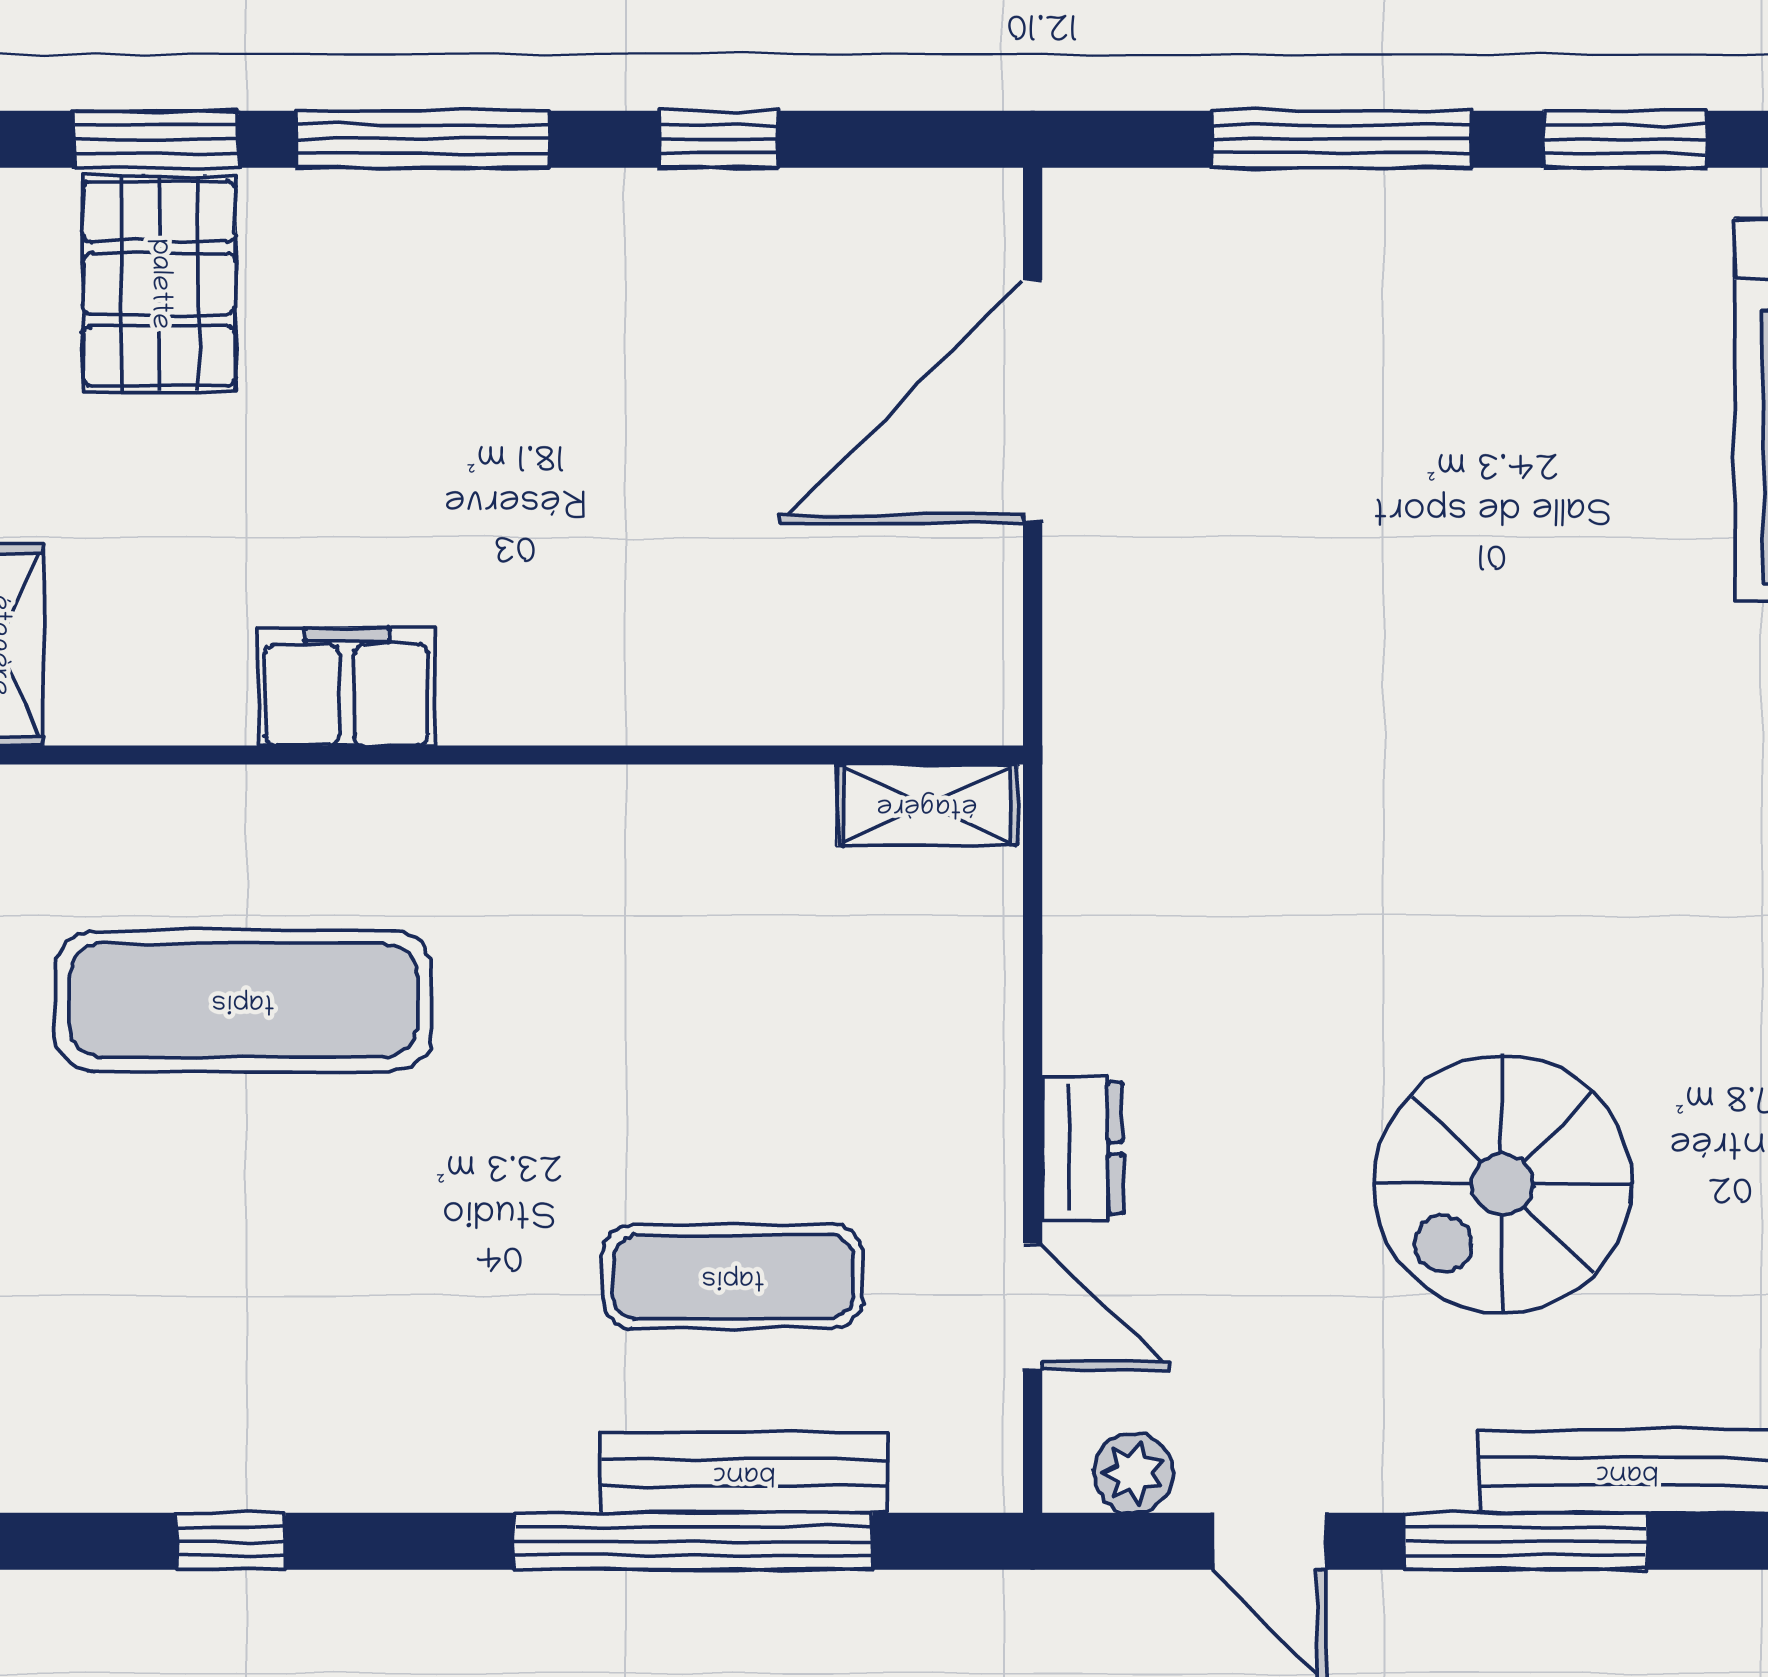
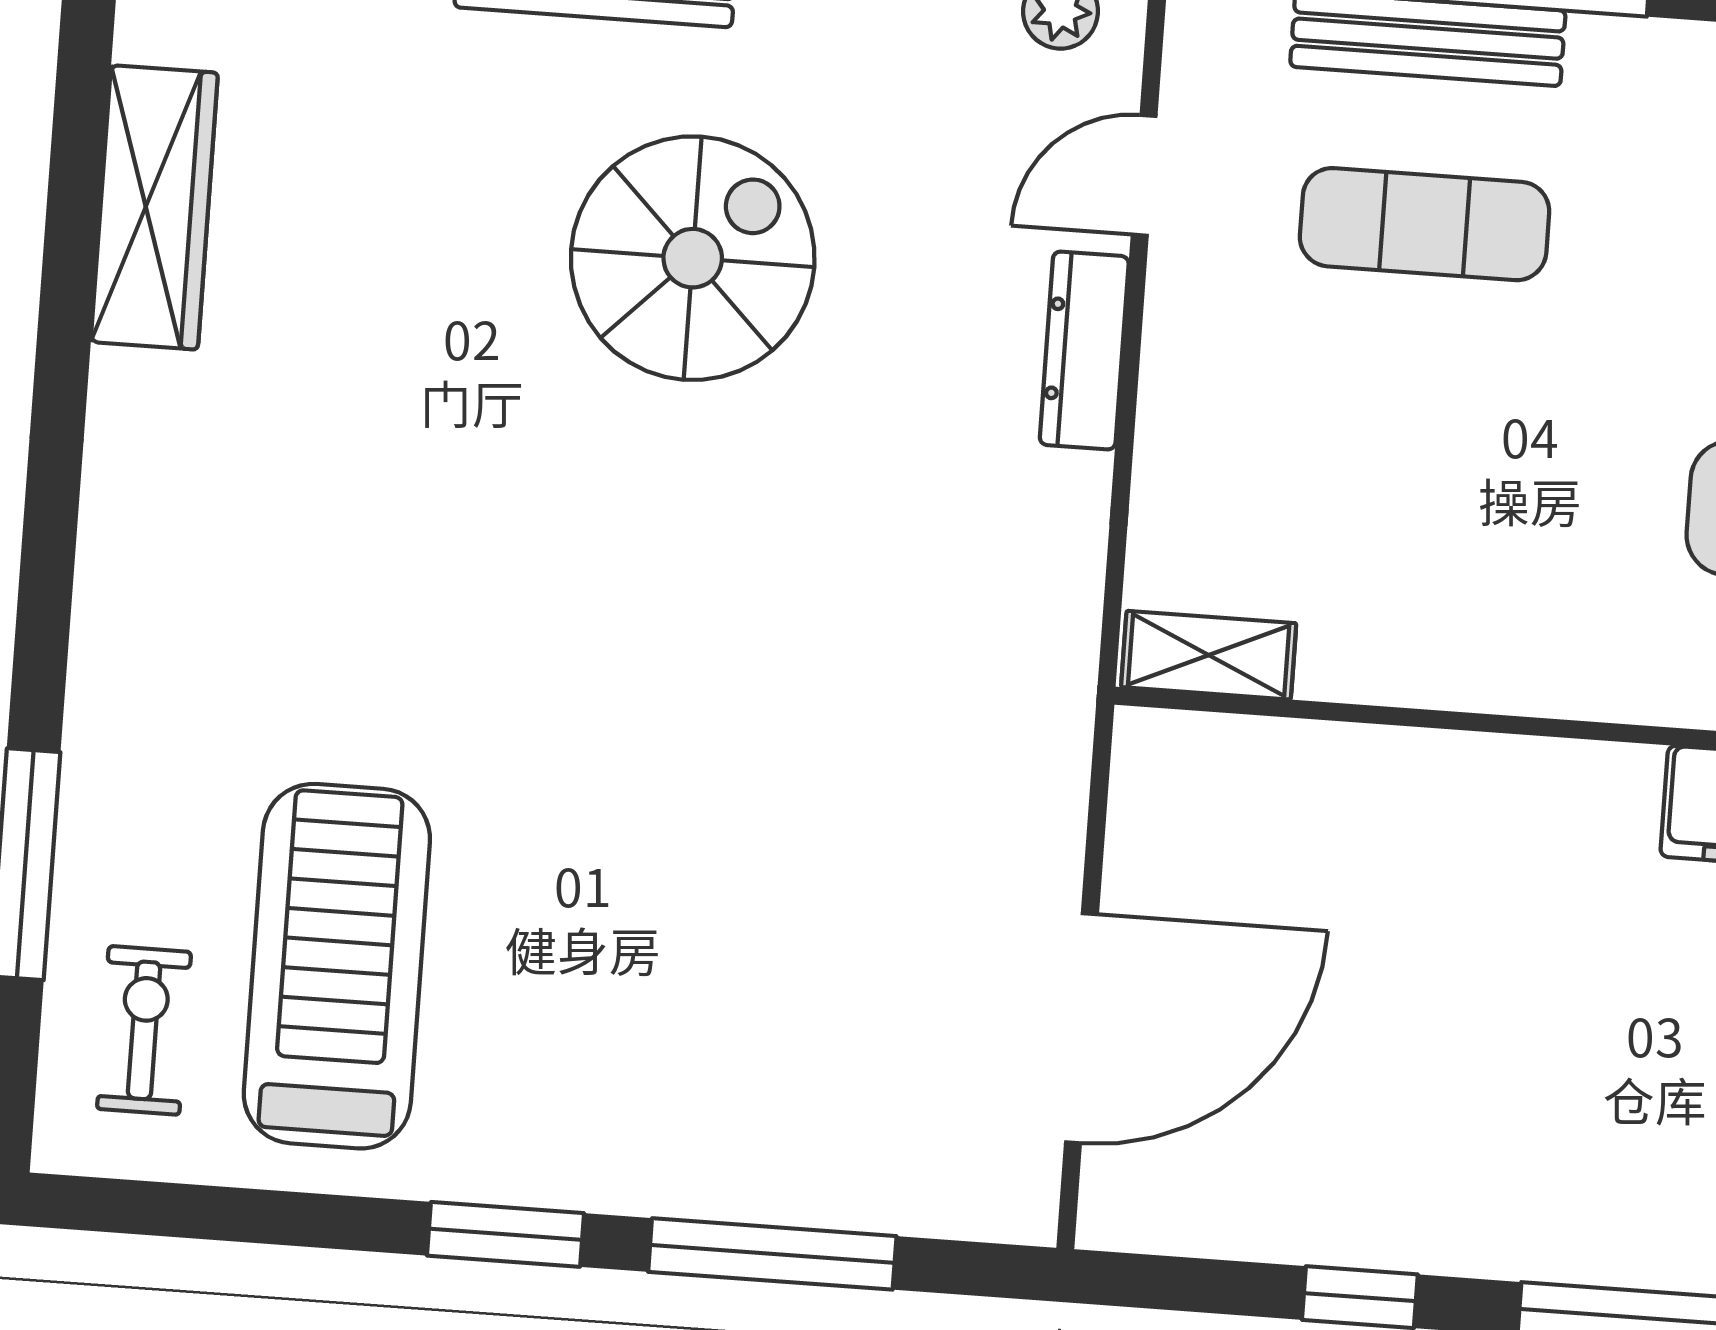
dresser: (1082, 1148) -> (1084, 350), width x1.44
door: (1033, 1306) -> (1144, 175), hinge flipped

